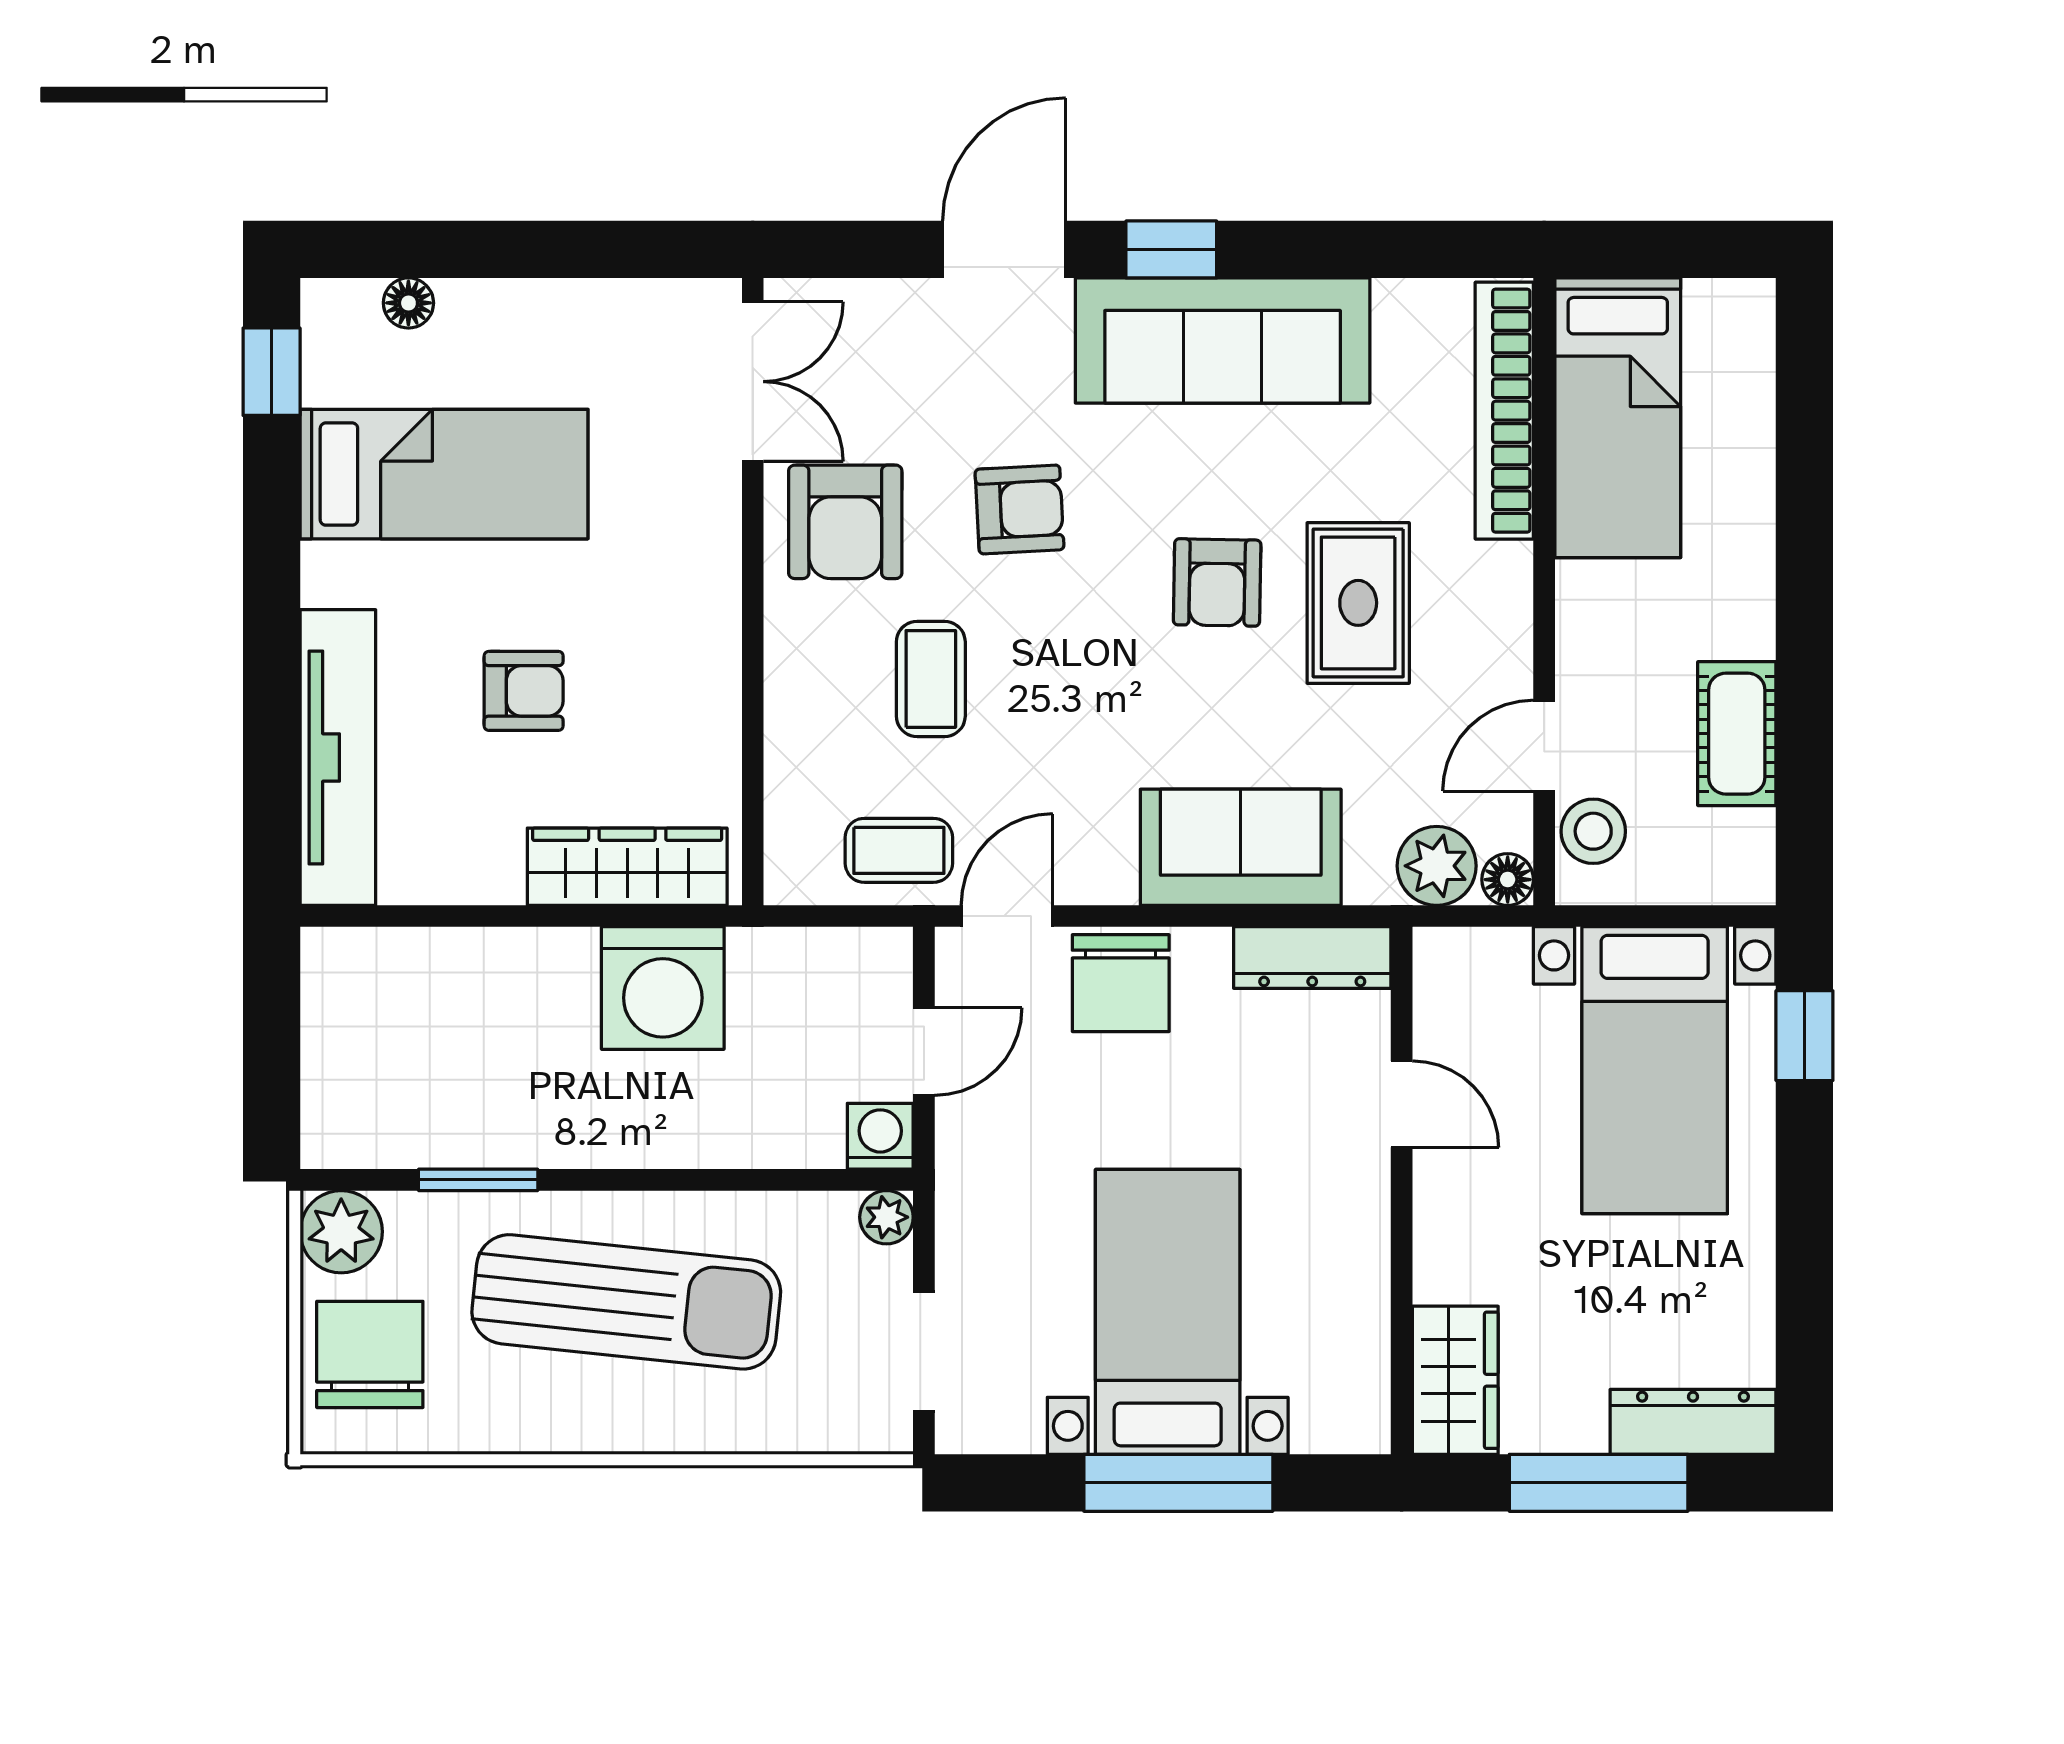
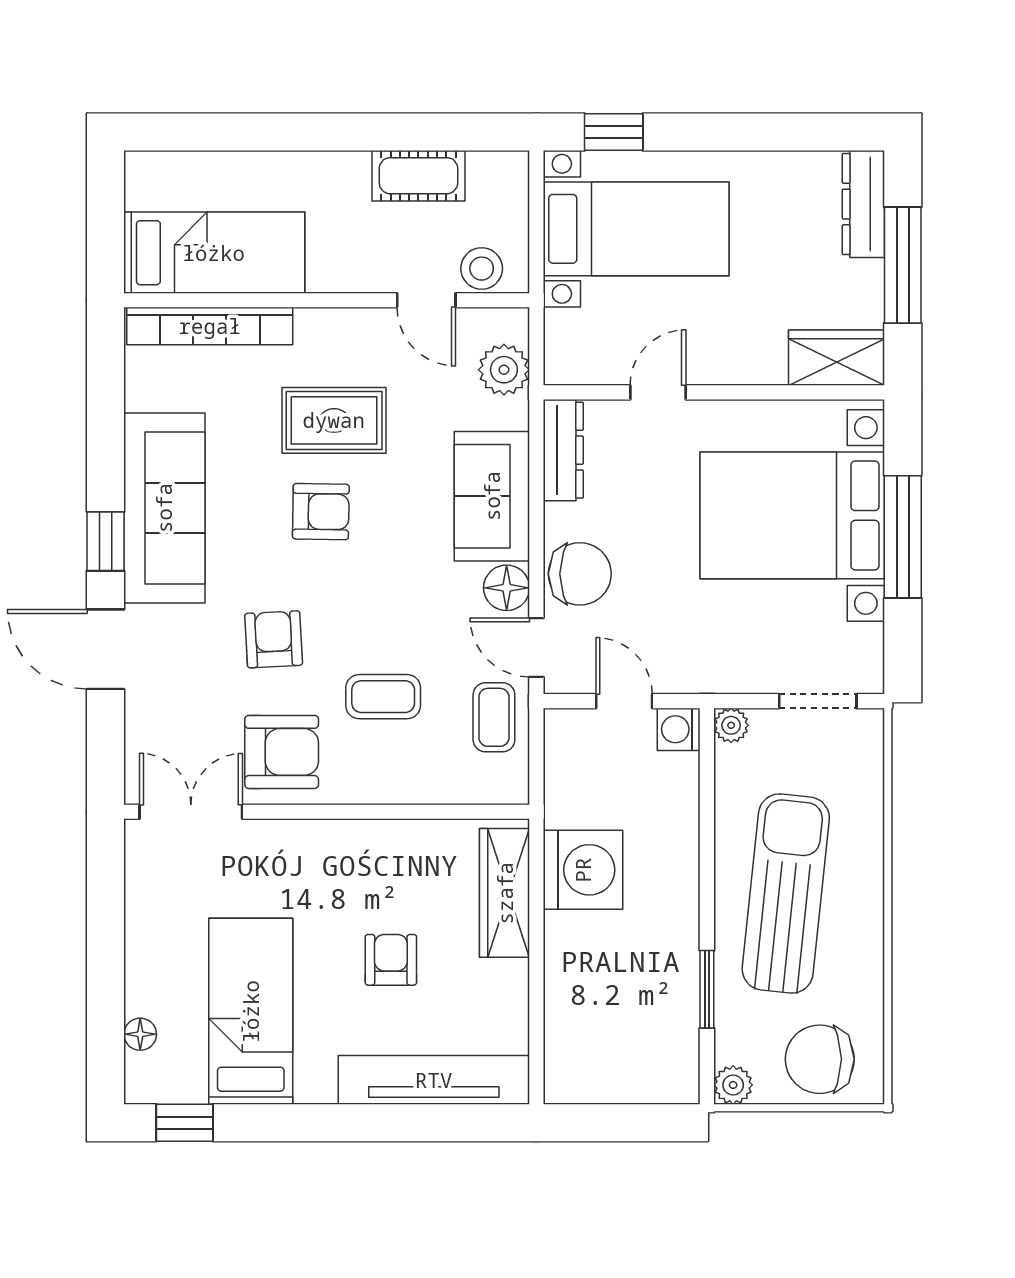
floor lamp: (1508, 880) -> (507, 588), moved, width x1.37, depth x1.37
plant: (341, 1232) -> (733, 1085), width x0.73, depth x0.73
bed with nightstands: (1168, 1312) -> (792, 515), width x1.36

